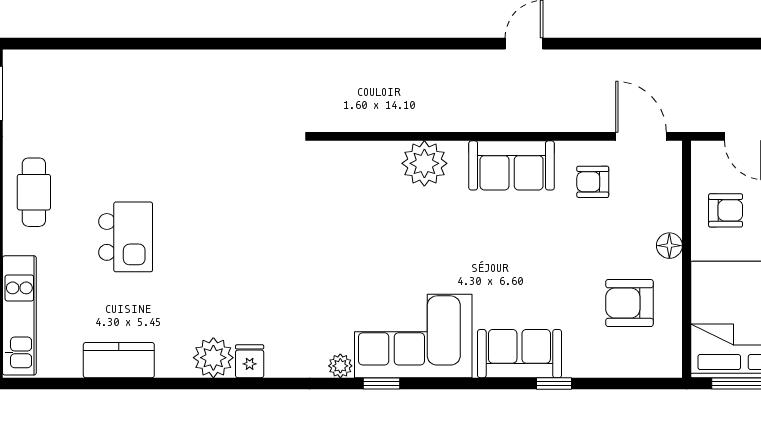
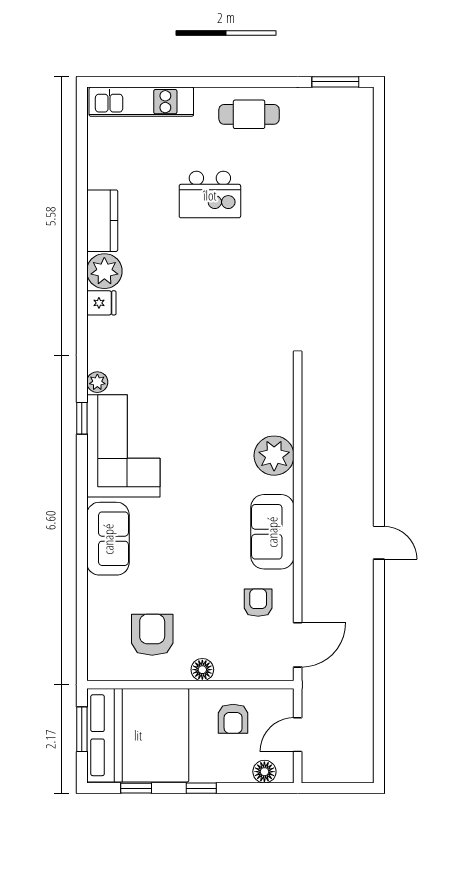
kitchen counter: (119, 360) -> (102, 221), moved
window: (554, 383) -> (82, 569), removed

